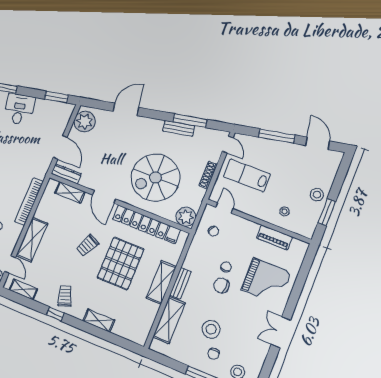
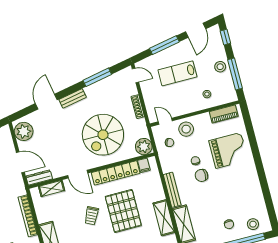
bench: (179, 128) -> (73, 98), moved
door: (318, 143) -> (196, 30), swing flipped
window: (343, 170) -> (225, 37), added
lab bench: (247, 175) -> (177, 73), moved
window: (327, 212) -> (235, 74), width x1.44
piano: (274, 237) -> (224, 114), moved
shelving: (161, 282) -> (164, 218), moved
bench: (180, 283) -> (172, 190), width x1.36
stool: (211, 329) -> (186, 129), moved
double door: (281, 332) -> (262, 177), removed

